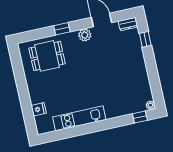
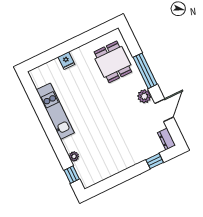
window: (62, 29) -> (145, 71), width x2.17
plant: (150, 105) -> (74, 156), moved
fridge: (39, 109) -> (66, 61), moved

